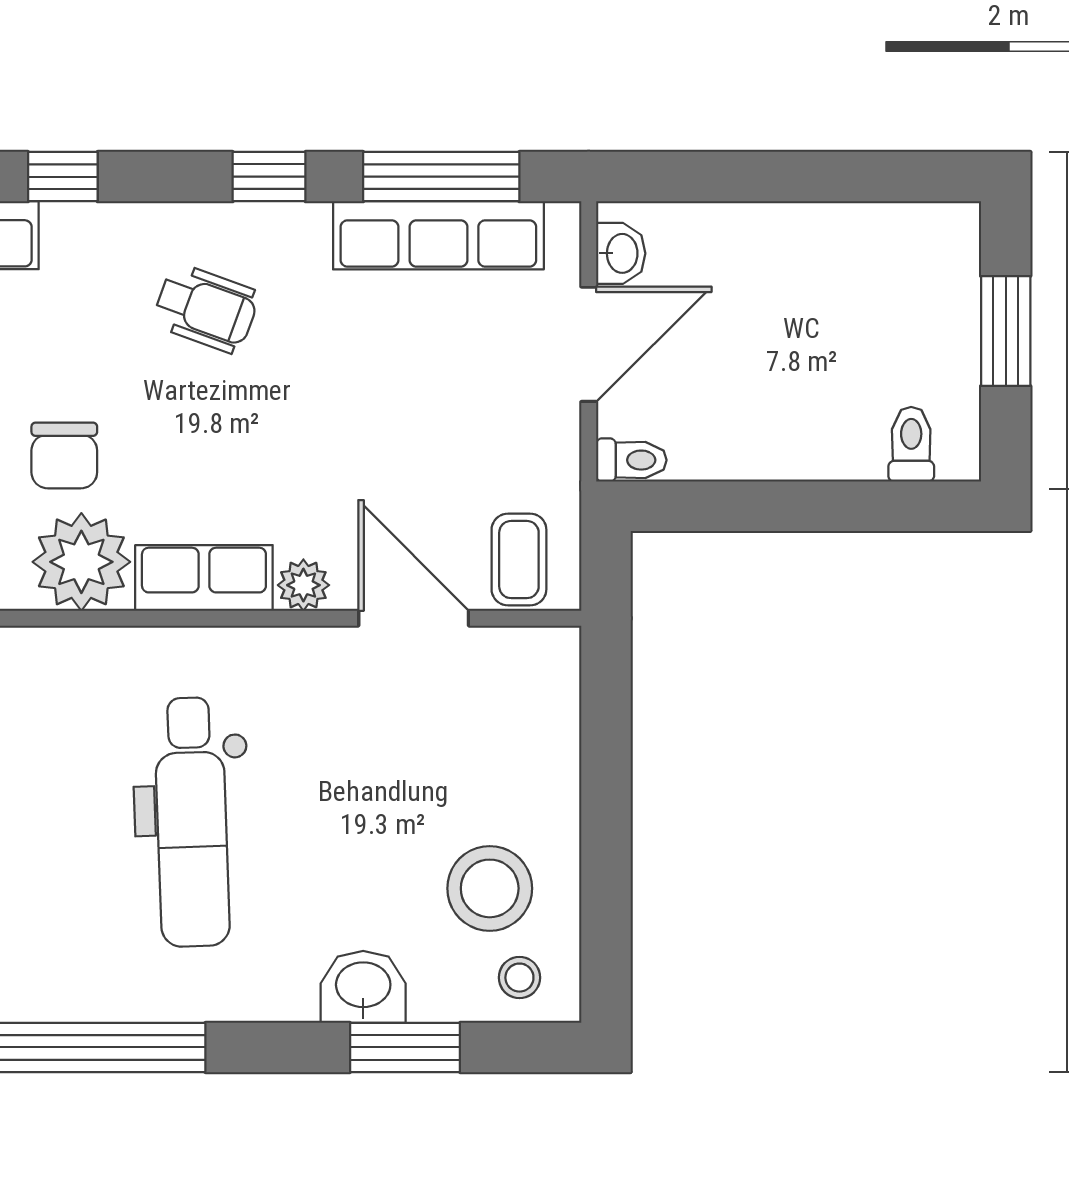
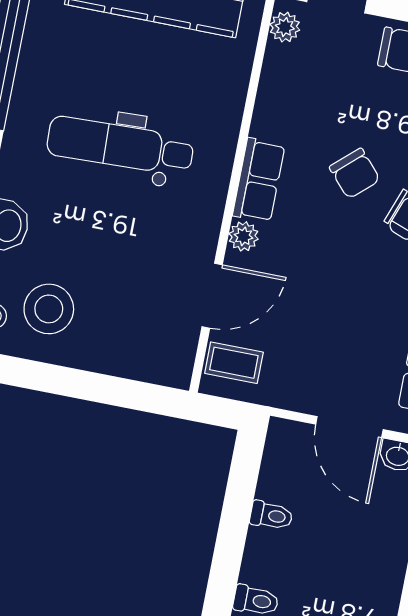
chair: (64, 455) -> (355, 174), moved, turned -132
toilet: (631, 460) -> (271, 515), moved, turned -90
plant: (81, 562) -> (282, 112), removed

